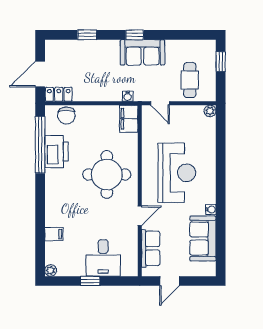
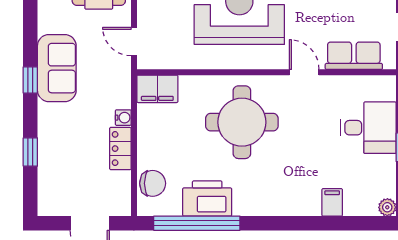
locker: (59, 94) -> (120, 149), moved
water cooler: (128, 96) -> (123, 118), moved
door: (160, 103) -> (134, 41), swing flipped

